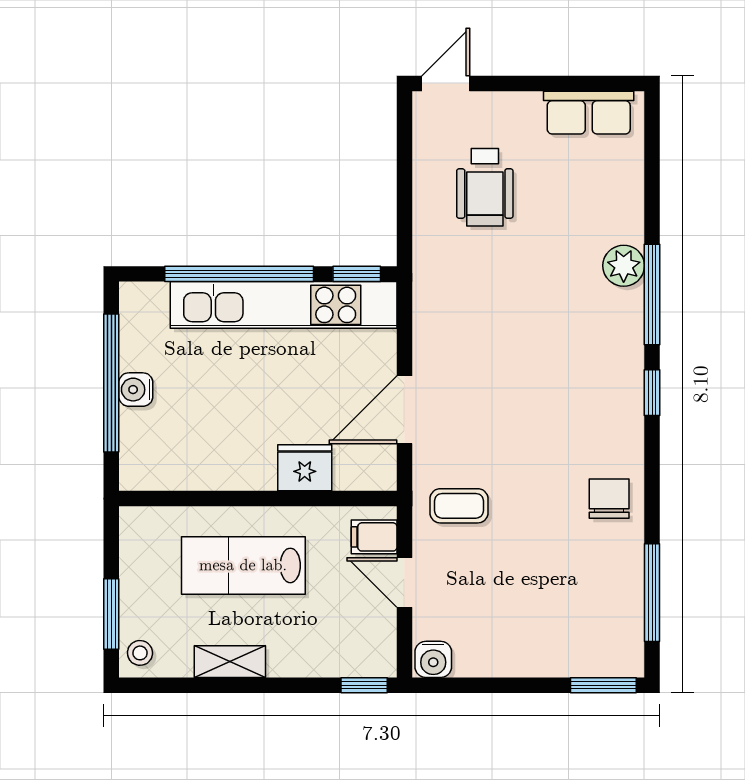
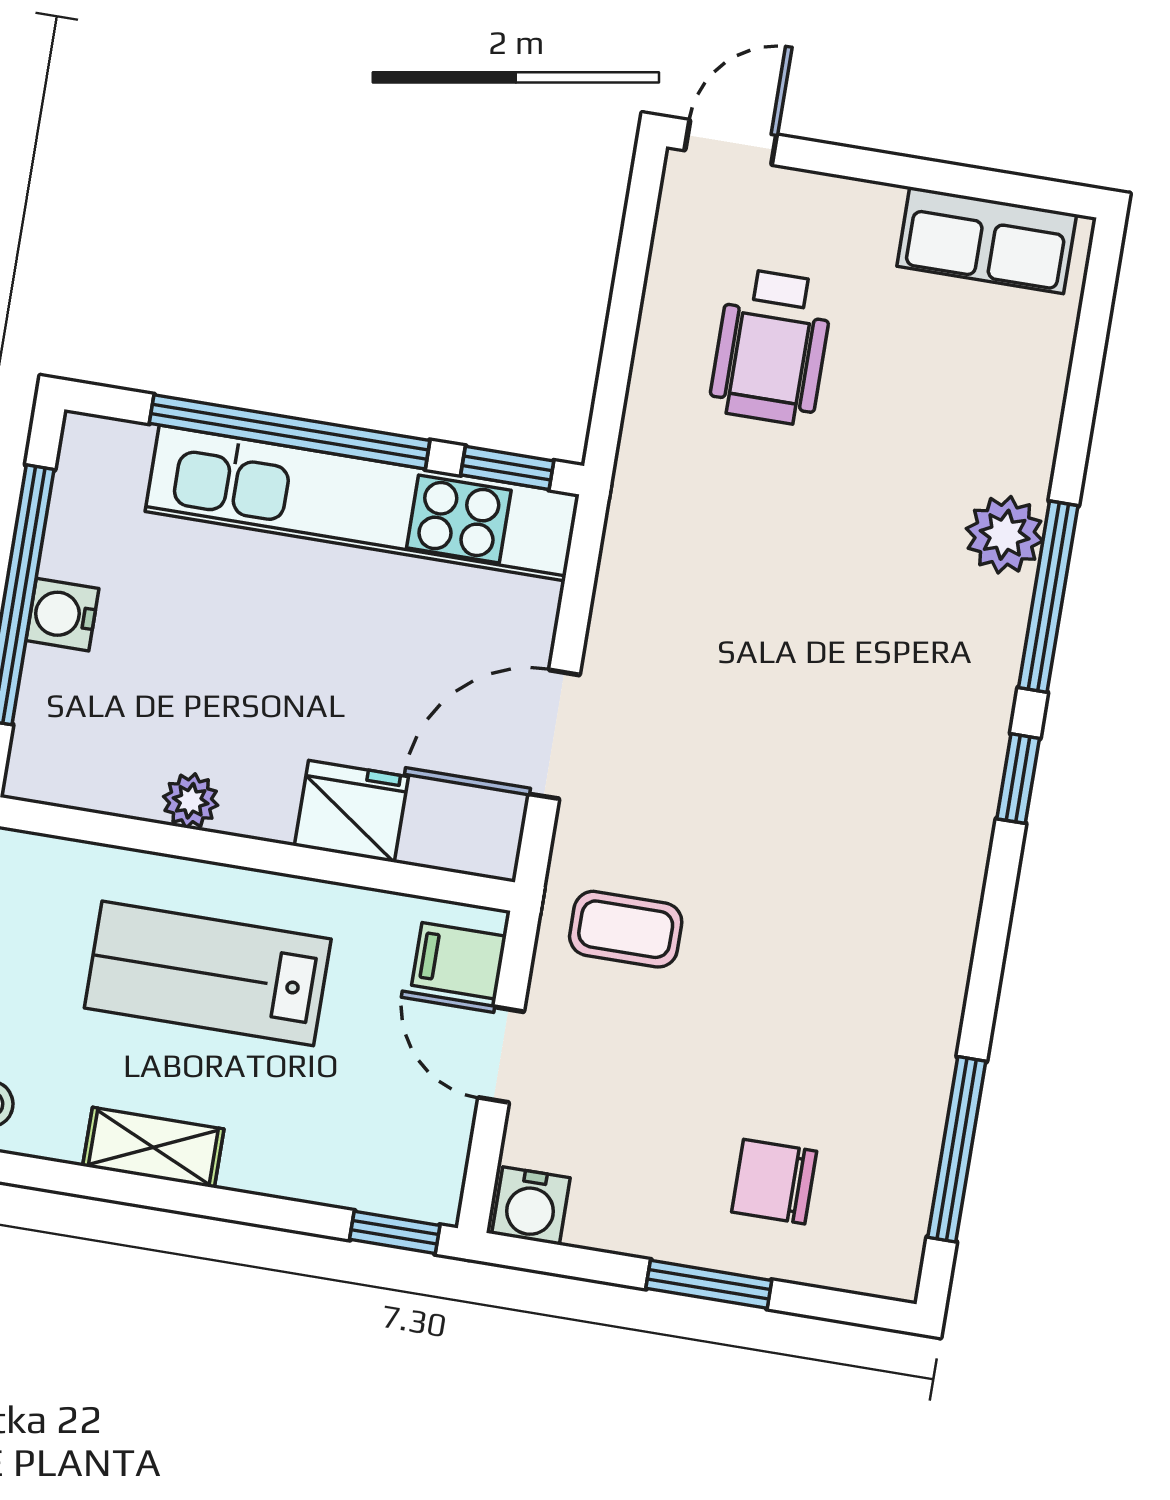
plant: (219, 476) -> (191, 801), added
chair: (609, 499) -> (774, 1182), moved, turned -90
window: (603, 685) -> (709, 1284), moved

